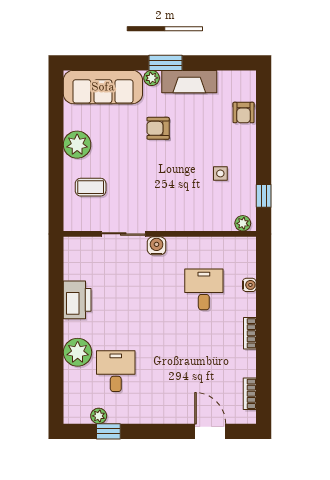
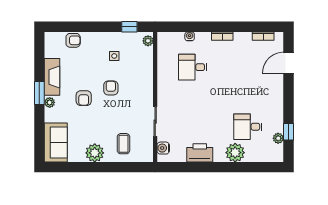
sofa: (103, 87) -> (56, 142), width x0.73
armchair: (173, 168) -> (111, 88), added
water cooler: (157, 246) -> (163, 148), moved

